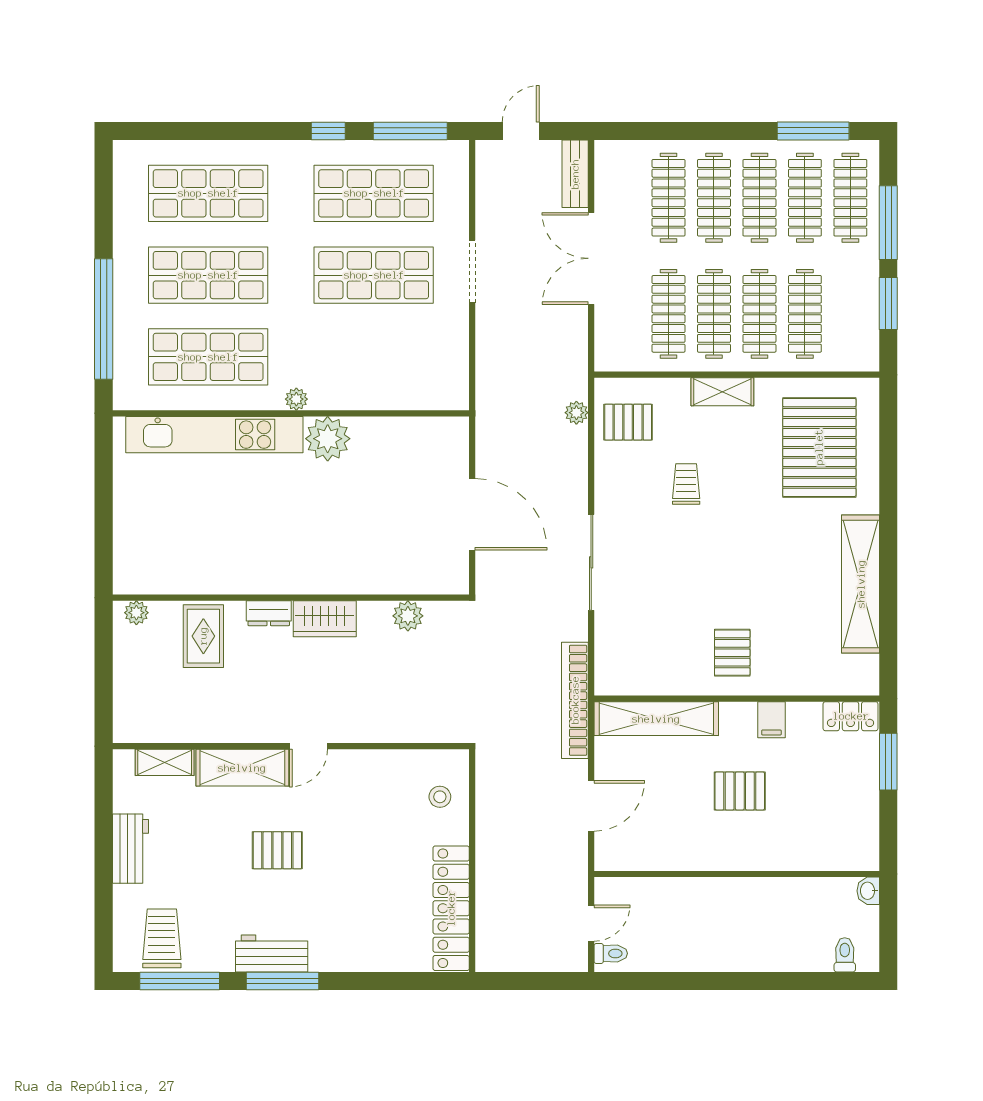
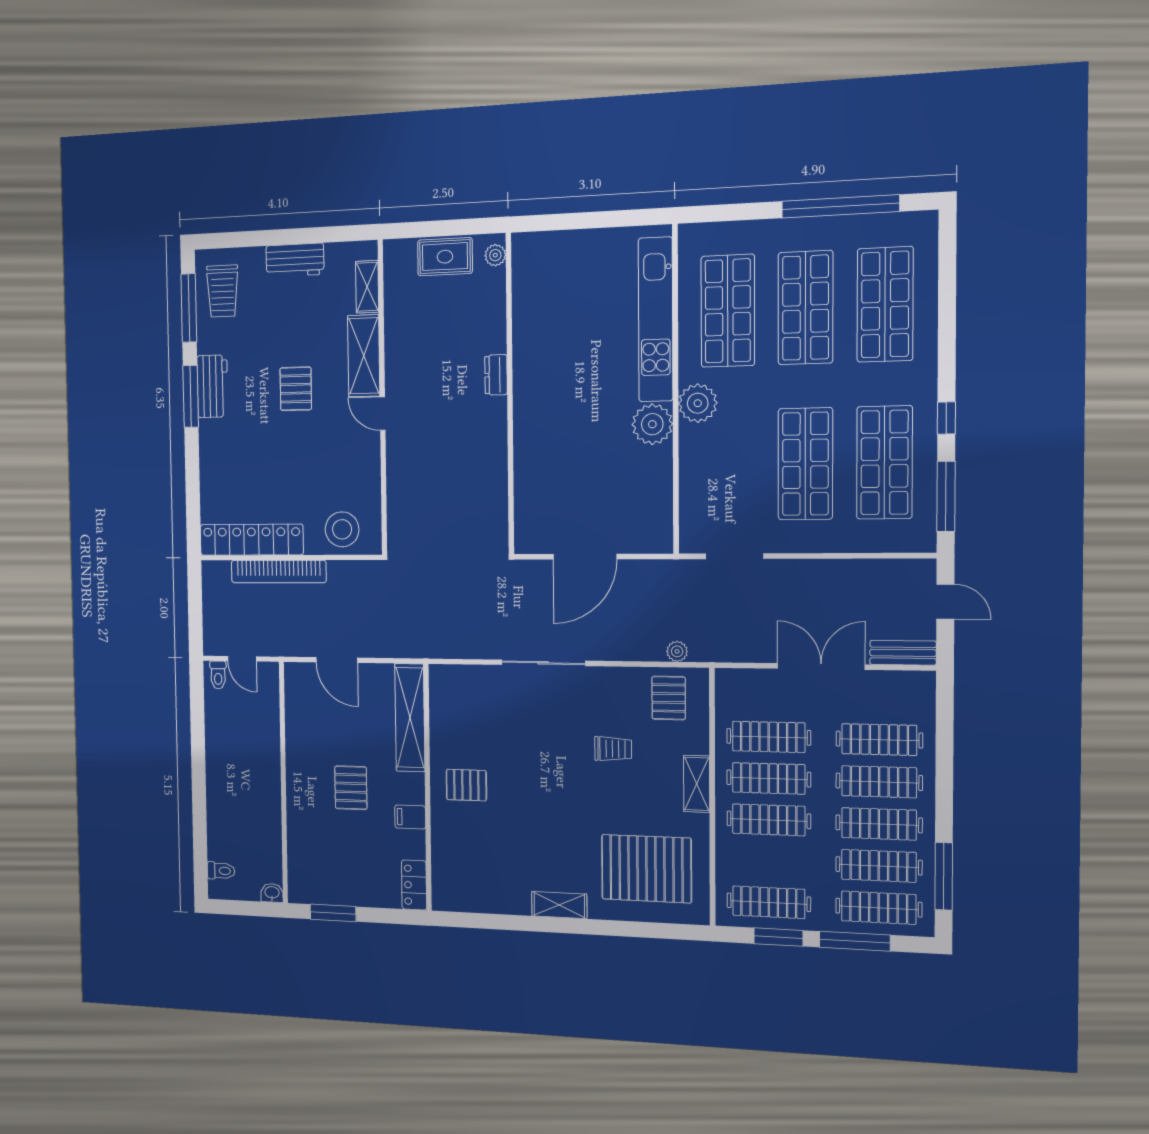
doorway: (472, 271) -> (735, 556), moved
clothes rail: (805, 314) -> (769, 902), moved
window: (104, 319) -> (840, 206), moved
plant: (296, 399) -> (698, 403), width x1.88, depth x1.88
shelving: (861, 584) -> (559, 905), width x0.45, depth x0.75
plant: (408, 616) -> (495, 500), removed
wardrobe: (325, 619) -> (492, 425), removed
rug: (203, 636) -> (445, 257), moved
bookcase: (575, 700) -> (279, 571), moved, turned 180
window: (888, 762) -> (333, 913), moved
stool: (440, 797) -> (342, 529), width x1.89, depth x1.89
trolley: (162, 938) -> (222, 291), turned 90

